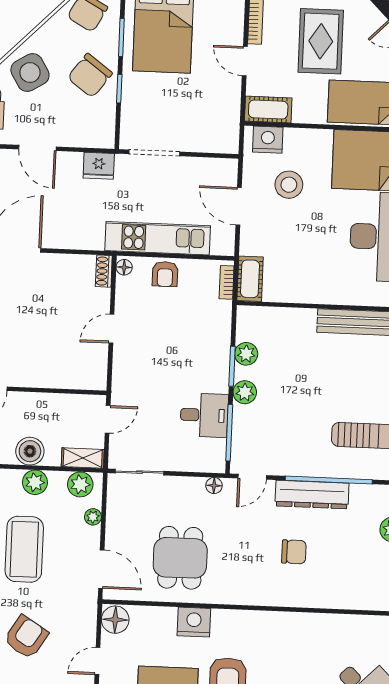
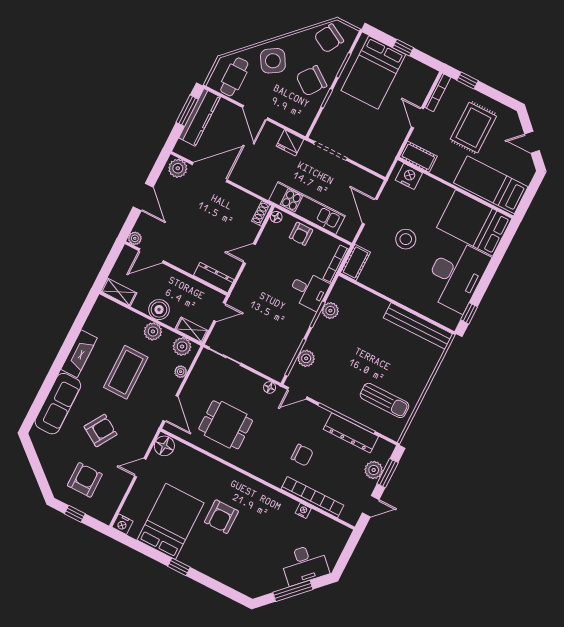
stool: (289, 185) -> (406, 239), moved
bookcase: (227, 282) -> (336, 264), width x1.56
dresser: (81, 379) -> (214, 277), added
plant: (245, 392) -> (306, 358), moved
desk: (204, 415) -> (309, 290), moved
dresser: (312, 495) -> (351, 433), moved
dining table: (180, 558) -> (226, 425), turned 90
bookcase: (331, 599) -> (312, 497), added
nightstand: (194, 622) -> (303, 511), moved, width x0.53, depth x0.56

